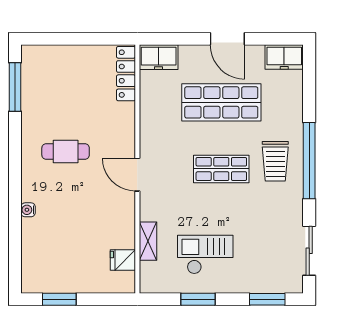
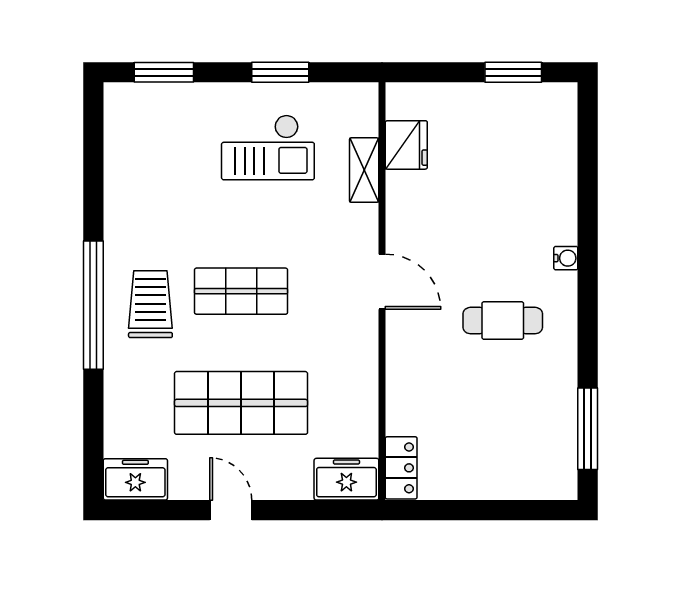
door: (227, 39) -> (231, 510), width x0.73
locker: (126, 74) -> (401, 468), width x0.66
water cooler: (28, 210) -> (566, 258), moved
sliding door: (309, 251) -> (93, 154), removed
fridge: (123, 260) -> (406, 145), width x1.38

